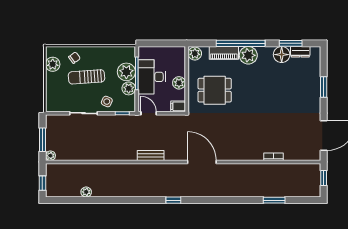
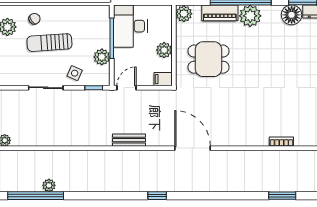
plant: (126, 72) -> (99, 36), removed
desk: (152, 77) -> (130, 26), moved
door: (149, 113) -> (126, 88), hinge flipped
window: (75, 200) -> (36, 196), added

